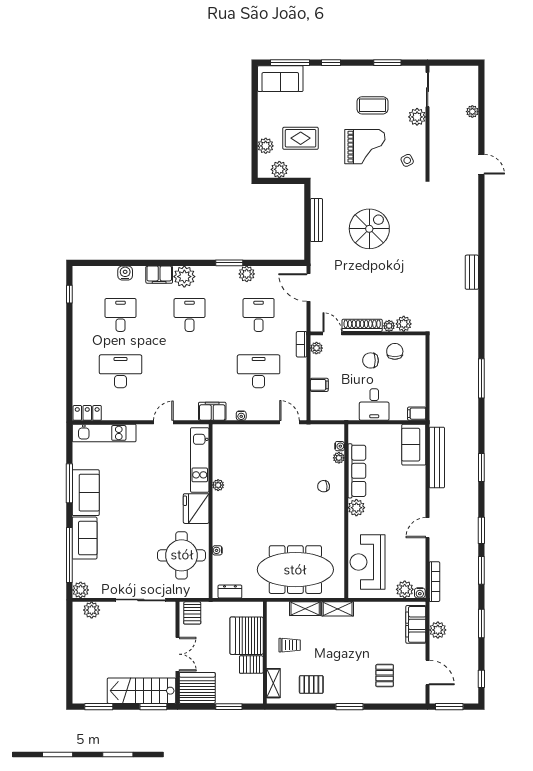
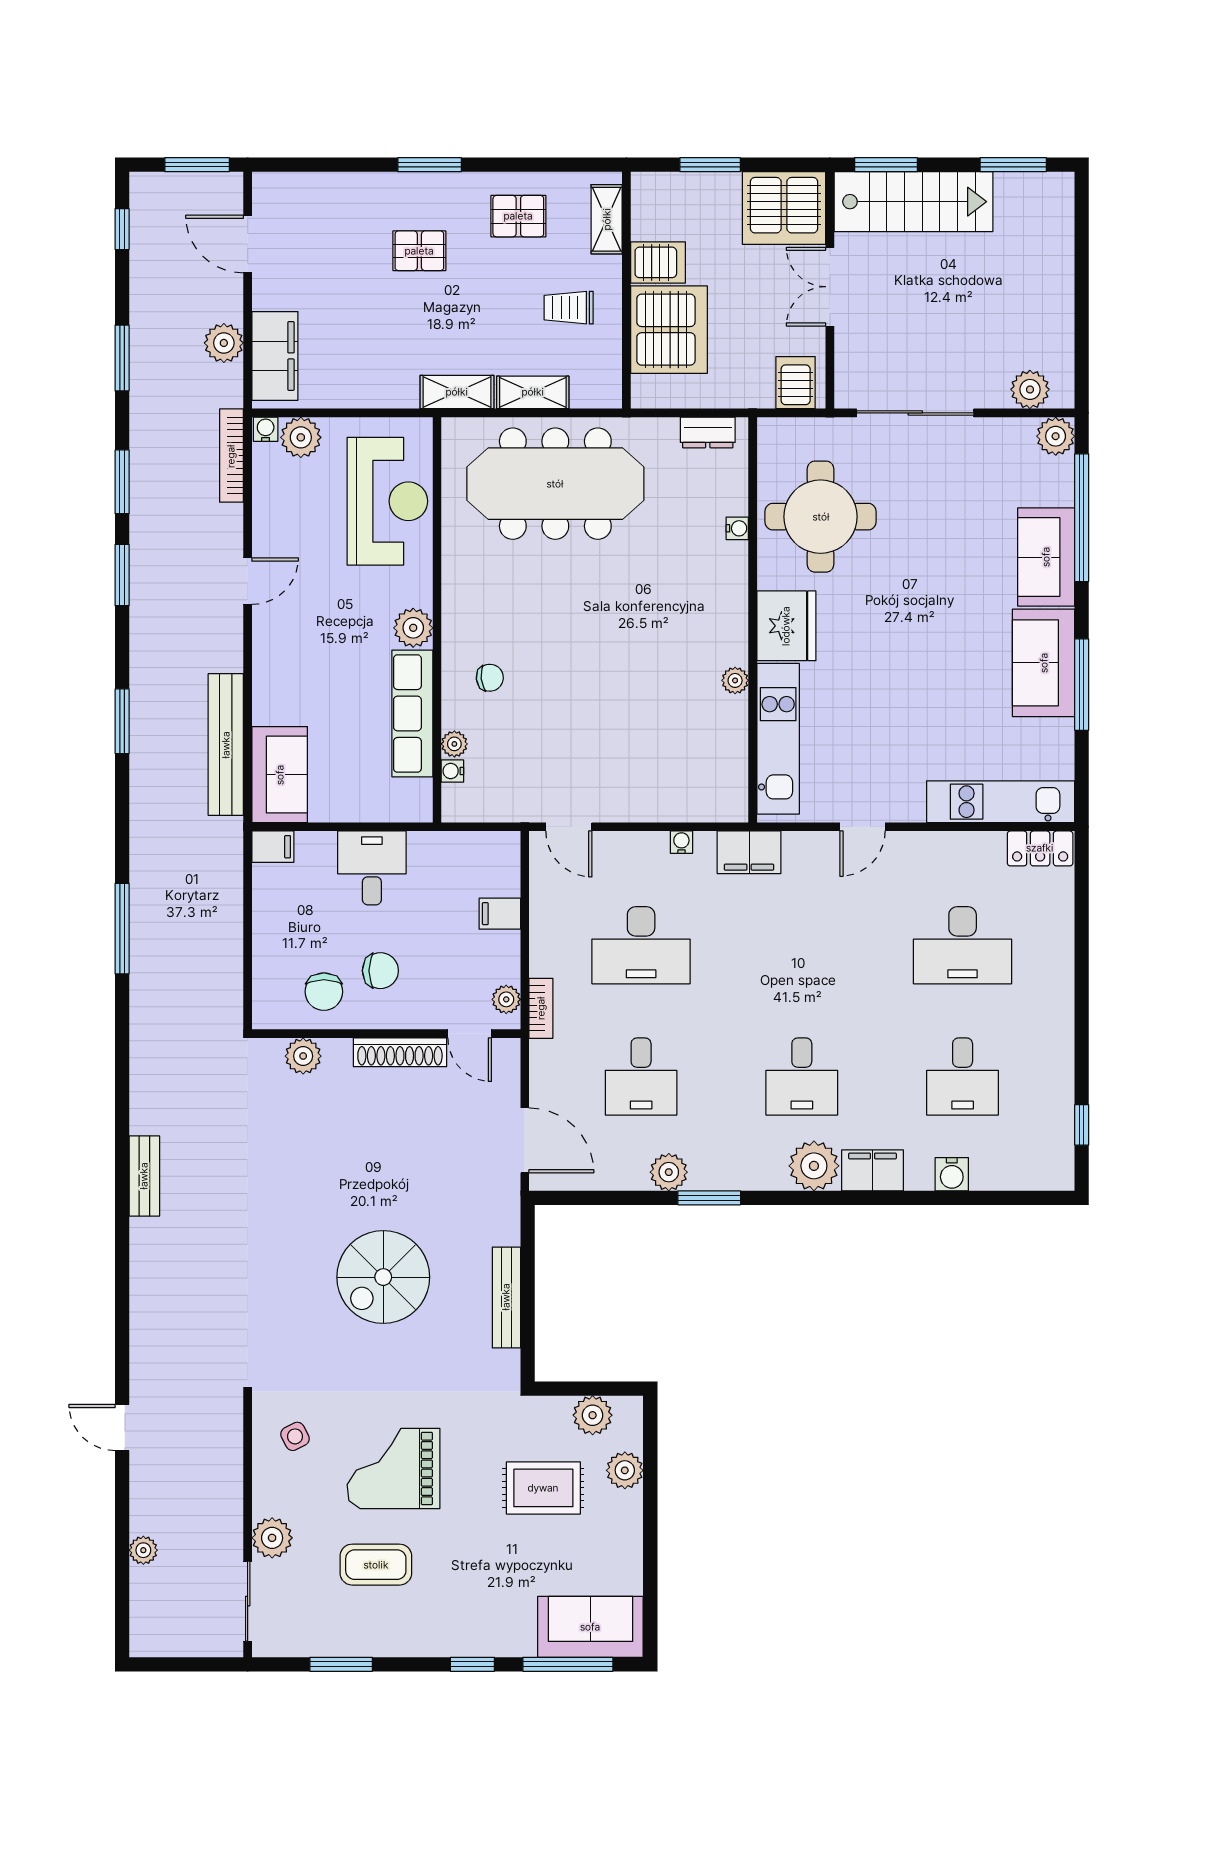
plant: (389, 326) -> (337, 1051), removed
pallet: (385, 676) -> (419, 251), moved, turned 90

